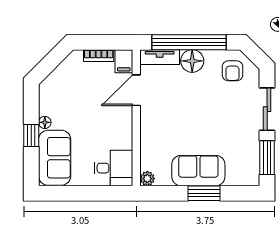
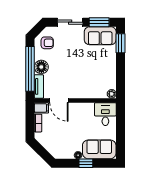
sofa: (198, 171) -> (100, 36), moved, turned -90
window: (204, 193) -> (120, 43), moved

